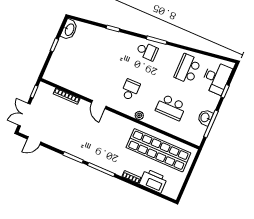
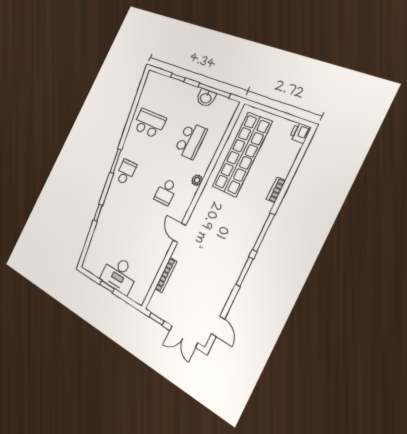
washbasin: (69, 30) -> (93, 266), removed
school desk: (188, 69) -> (149, 123), turned 180
desk: (216, 78) -> (119, 274), moved, turned 180
school desk: (130, 90) -> (166, 192), turned -90
door: (99, 105) -> (180, 233), swing flipped
printer: (153, 181) -> (300, 133), moved, width x0.53, depth x0.68

